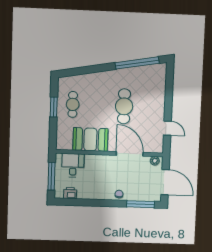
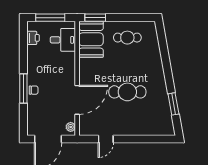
window: (137, 63) -> (173, 104), width x0.47
window: (54, 107) -> (95, 18), moved
booth: (90, 139) -> (91, 39), moved
window: (141, 204) -> (23, 88), moved

